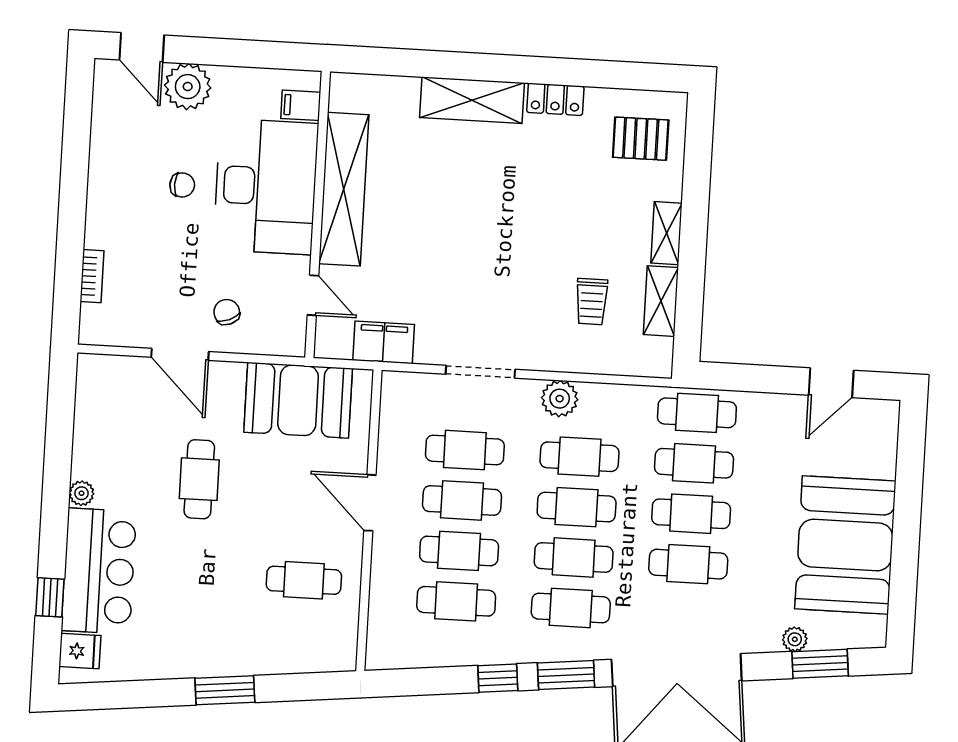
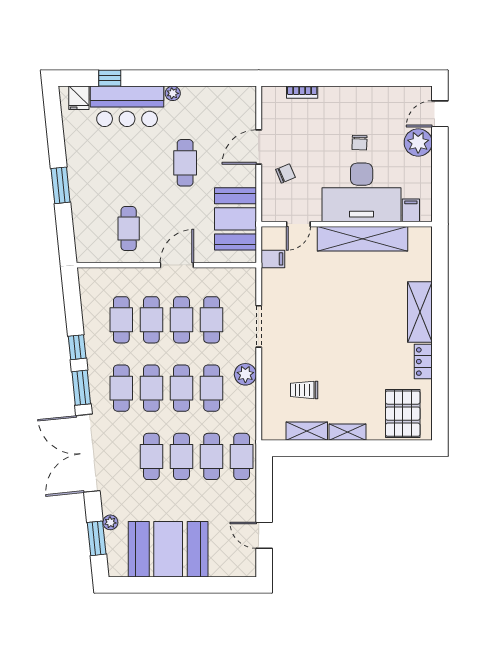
pallet: (641, 139) -> (403, 414), width x1.50, depth x1.42
filing cabinet: (384, 342) -> (273, 259), width x0.50
cafe table: (199, 479) -> (185, 163), turned 90

